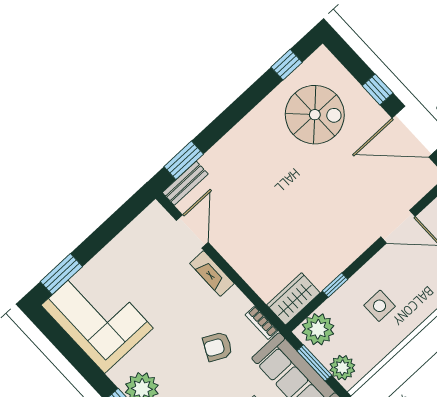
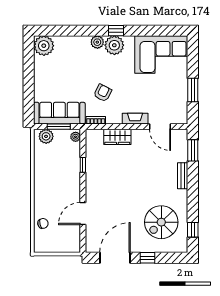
bench: (185, 183) -> (183, 176), moved
window: (61, 274) -> (193, 90), moved
wardrobe: (293, 299) -> (117, 137), moved, turned 90
side table: (380, 306) -> (57, 175), removed
plant: (318, 329) -> (76, 137), width x0.53, depth x0.53

